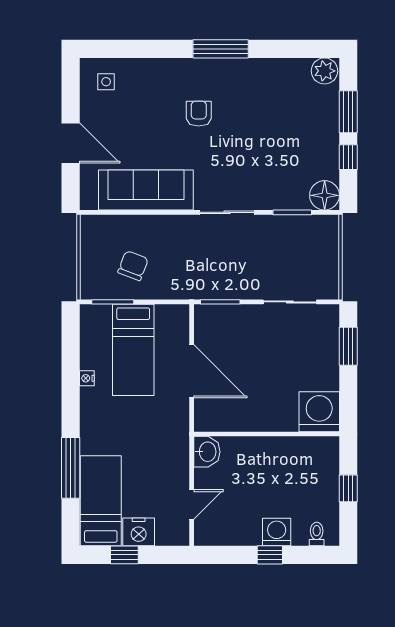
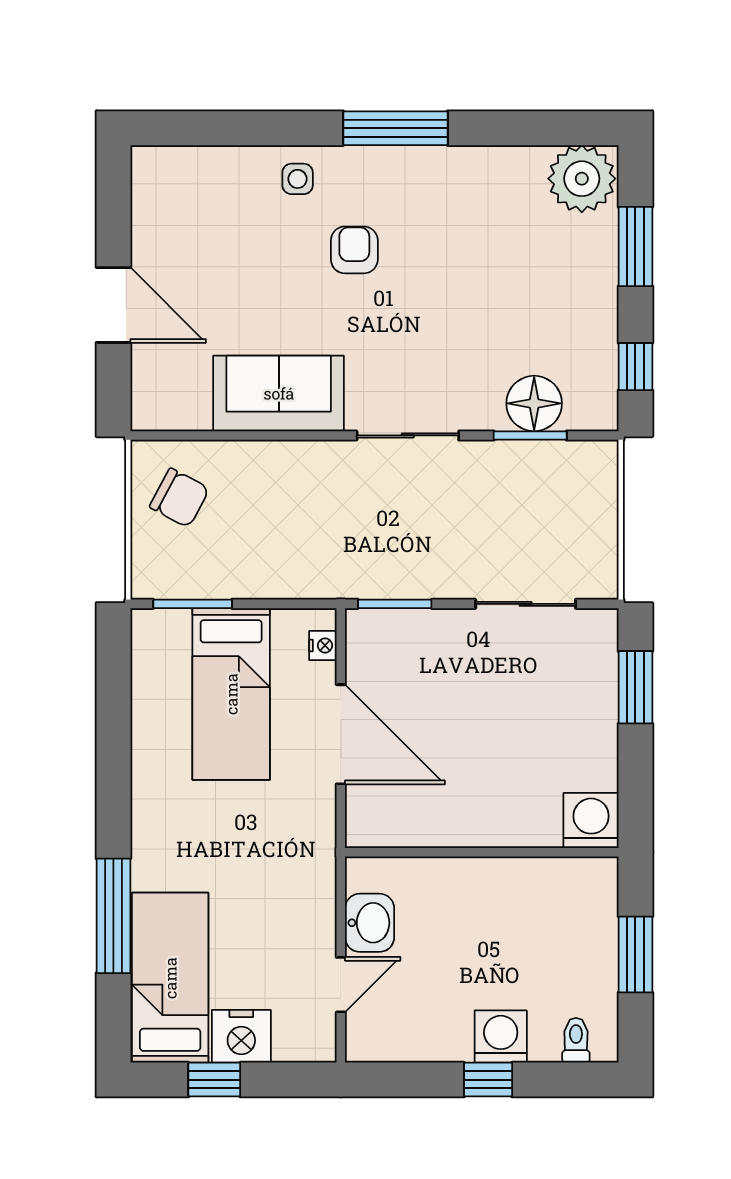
plant: (325, 71) -> (582, 179), width x1.36, depth x1.36
side table: (106, 82) -> (298, 179), moved
window: (348, 157) -> (635, 367), moved
sofa: (146, 190) -> (279, 393), width x0.73
floor lamp: (325, 195) -> (534, 403), moved
chair: (133, 266) -> (179, 498), moved, turned 97
nightstand: (87, 378) -> (323, 645), moved, turned 180
washing machine: (319, 412) -> (591, 820), width x0.73, depth x0.73
washbasin: (207, 452) -> (370, 923), moved
window: (348, 488) -> (635, 954), width x1.50

